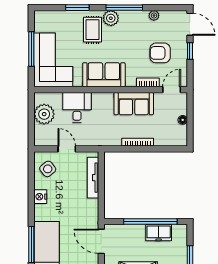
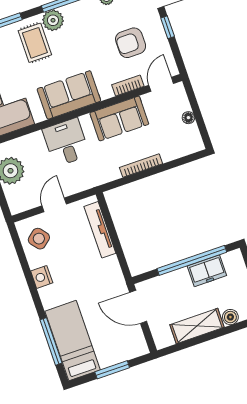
desk: (77, 108) -> (66, 142), moved
door: (67, 149) -> (54, 205), hinge flipped

